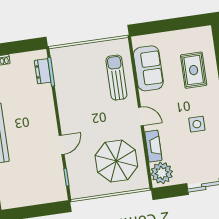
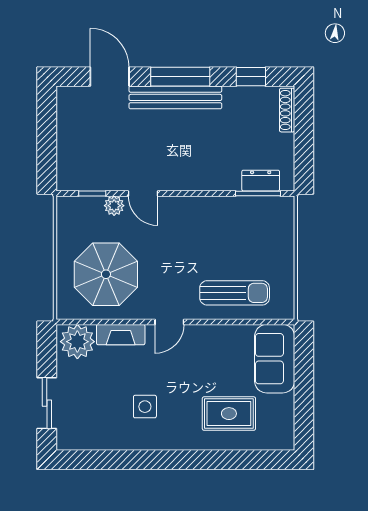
sofa: (148, 68) -> (275, 359), moved, turned 90
plant: (72, 162) -> (114, 206), added

